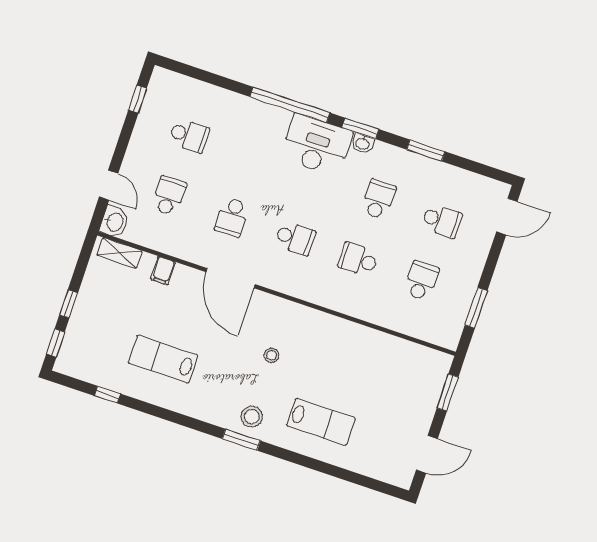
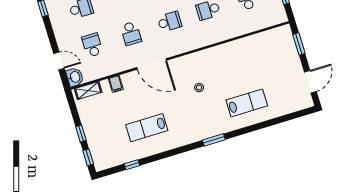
stool: (252, 417) -> (211, 125), removed

